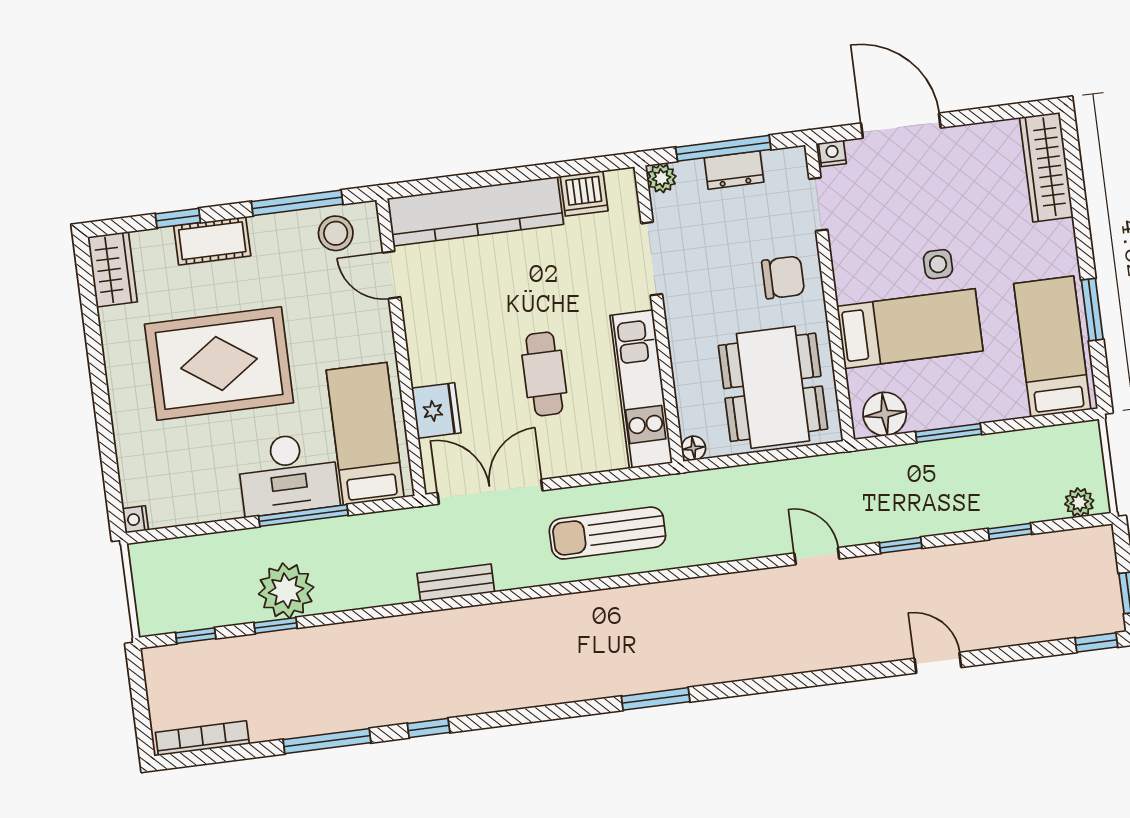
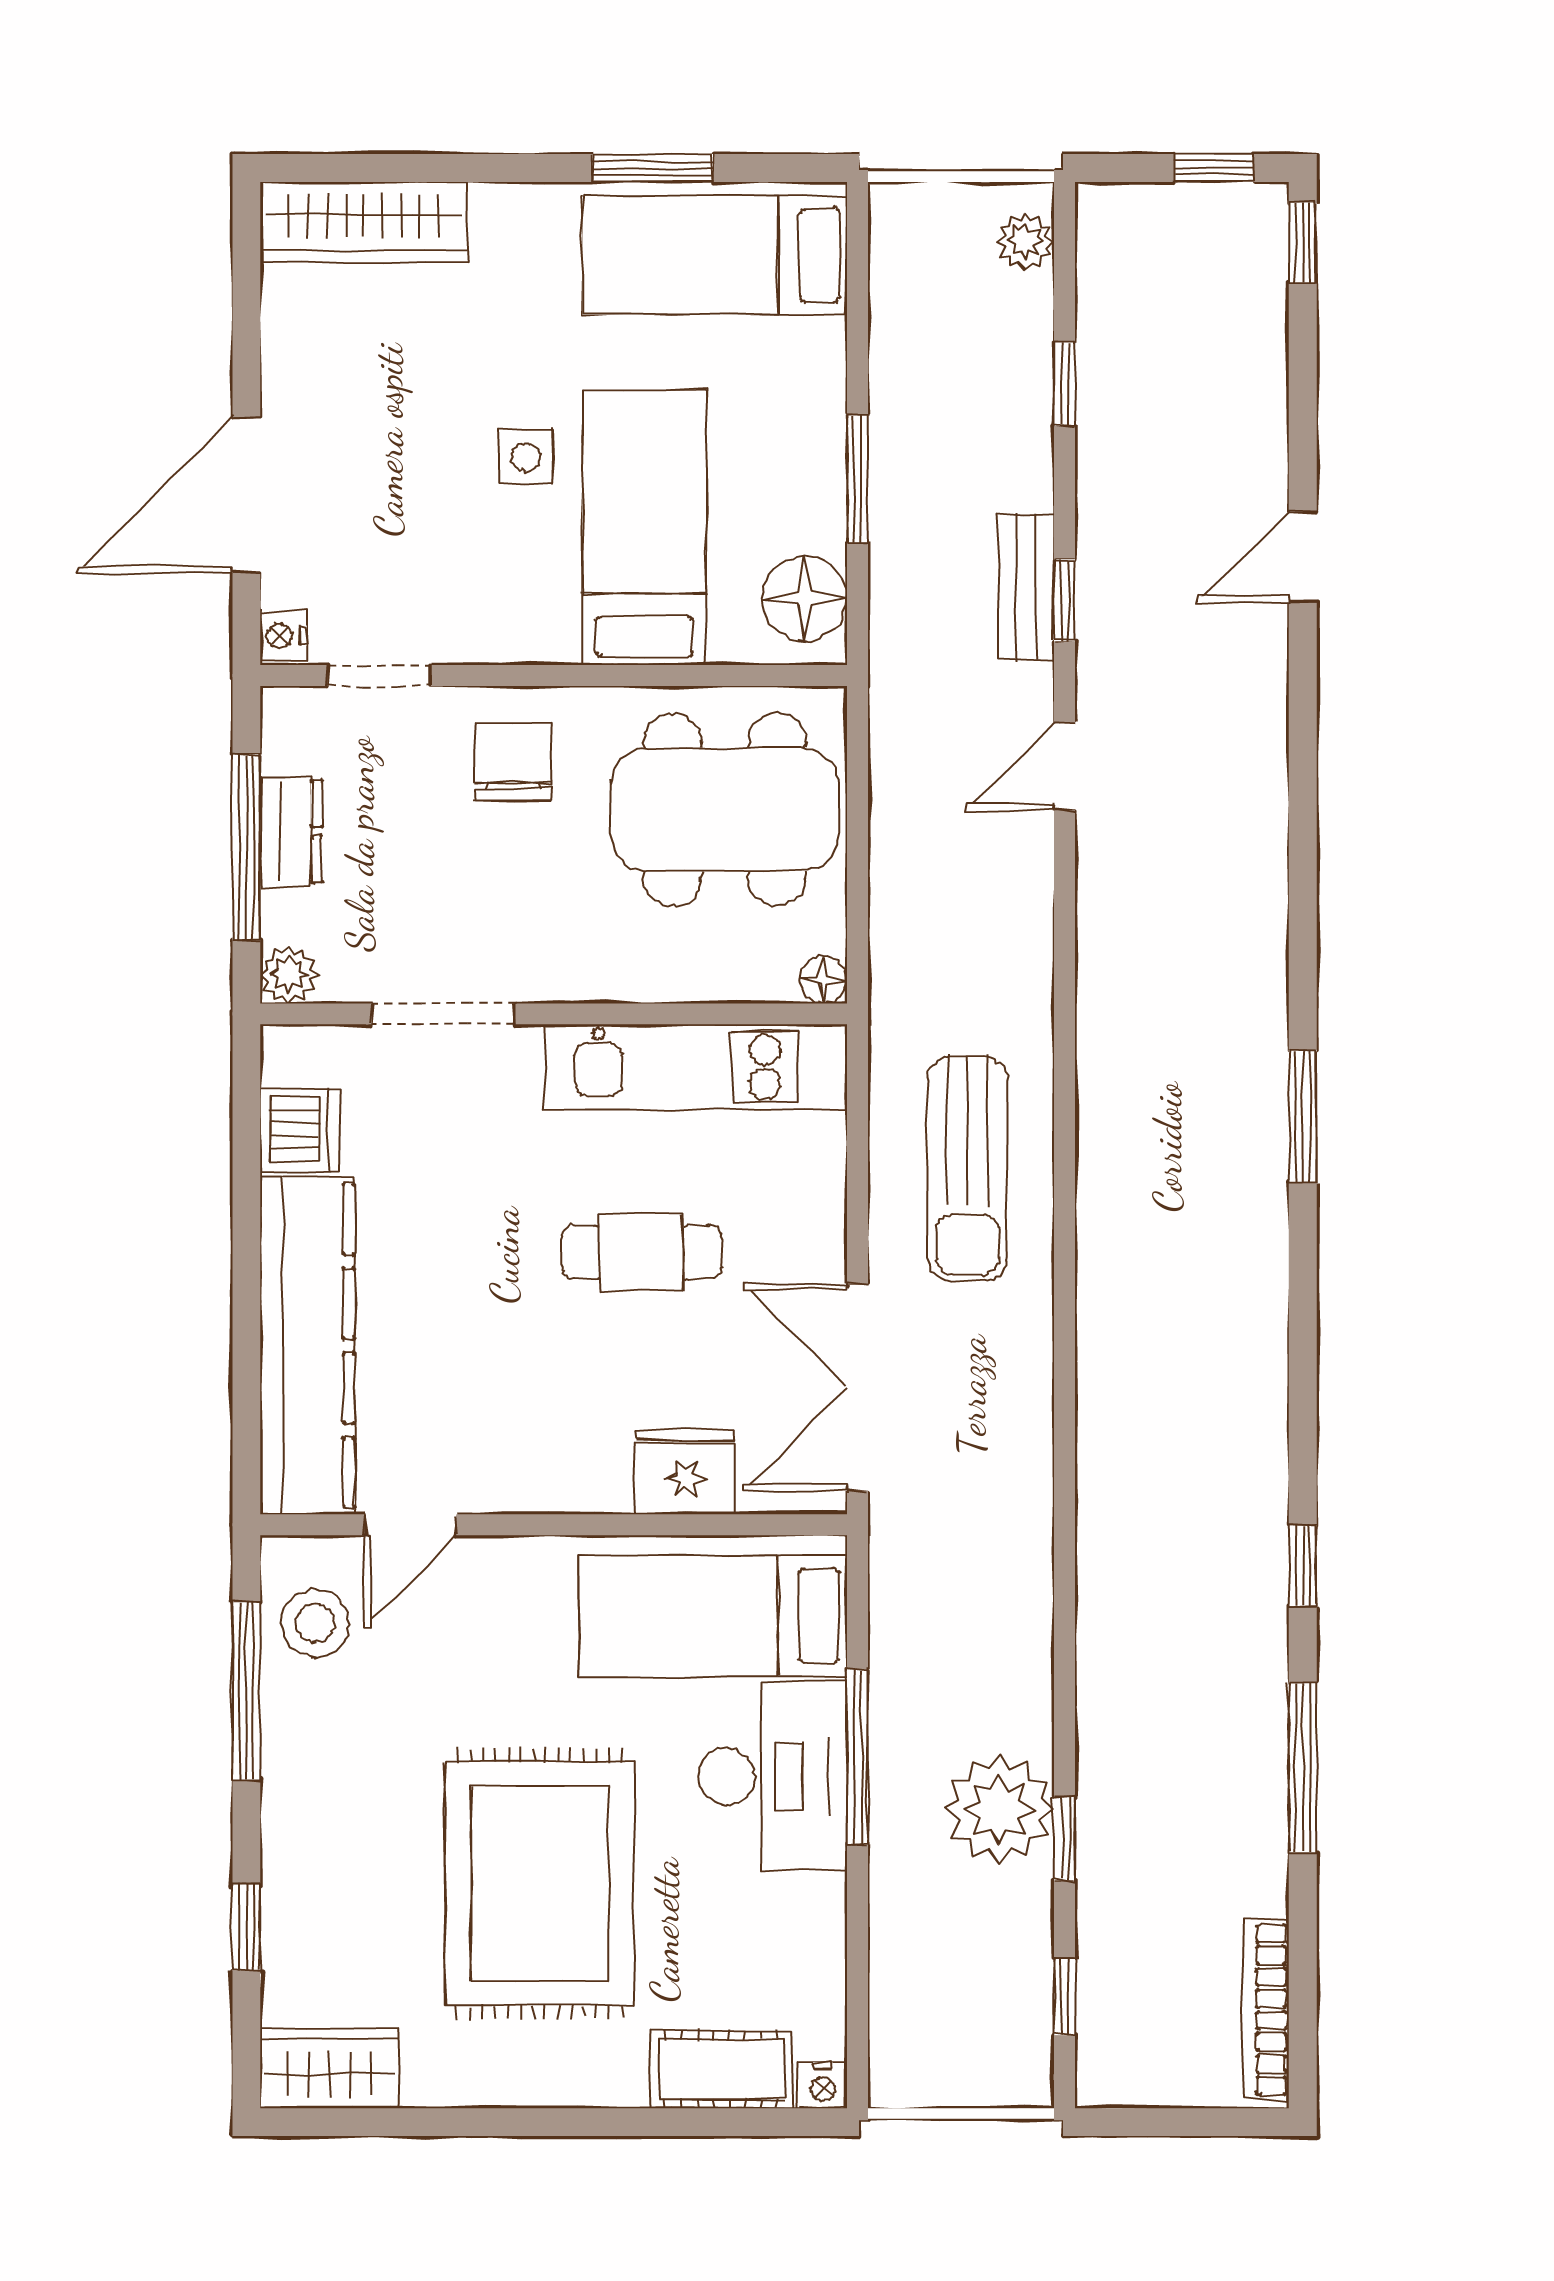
cot: (212, 241) -> (722, 2069), moved, turned 90
bench: (456, 583) -> (1026, 587), moved

